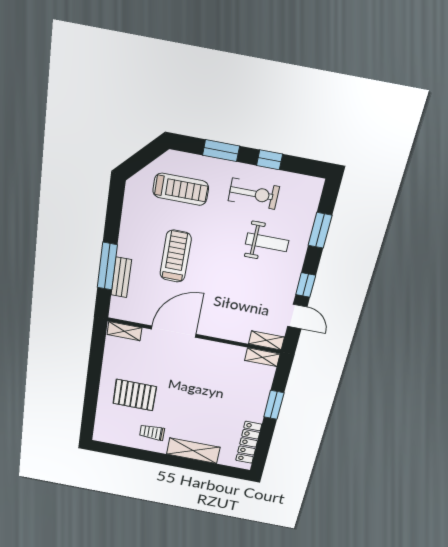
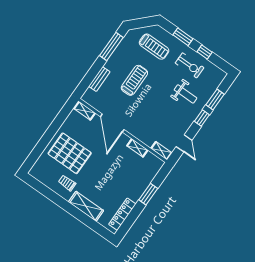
window: (107, 266) -> (111, 46), moved
window: (306, 285) -> (202, 118), moved
door: (174, 332) -> (112, 123), swing flipped
shelving: (262, 357) -> (137, 148), moved
pallet: (135, 395) -> (70, 153), width x1.37, depth x1.41

